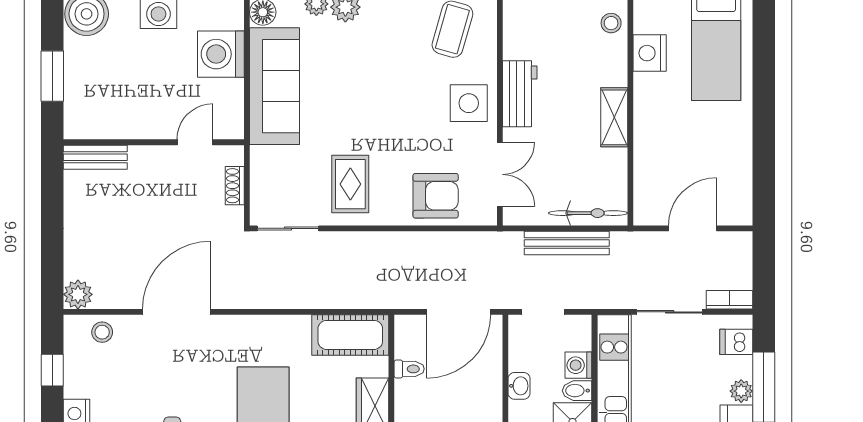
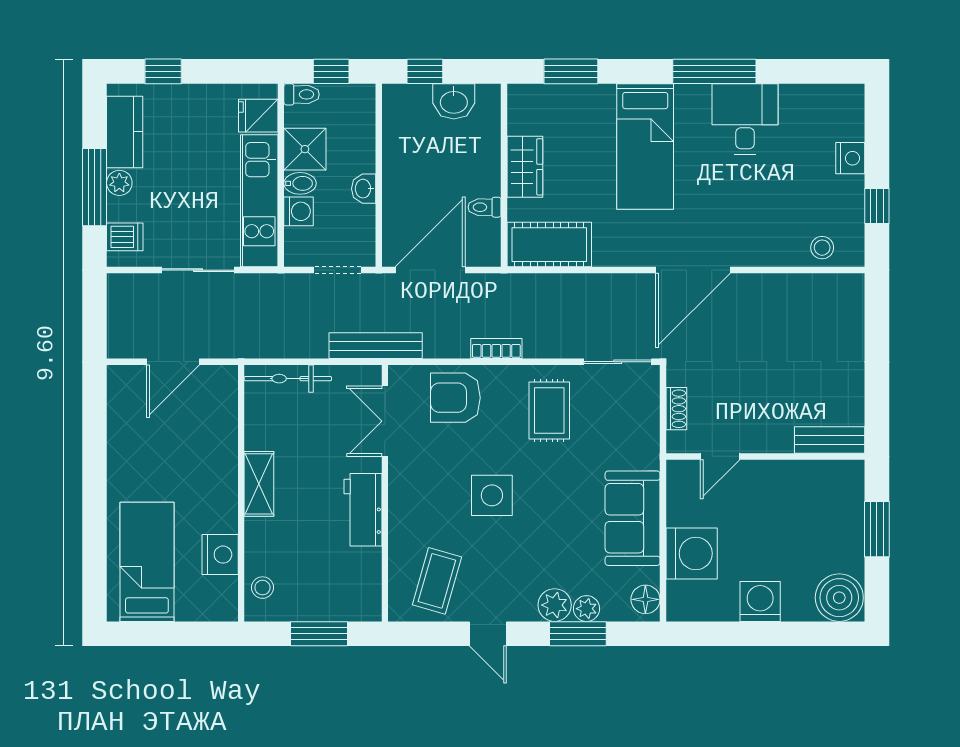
sofa: (275, 86) -> (633, 518), width x0.73
side table: (469, 103) -> (492, 495), moved
bench: (567, 243) -> (376, 346), moved
plant: (78, 294) -> (849, 289), removed
bookcase: (730, 300) -> (496, 348), moved, turned 180
door: (177, 312) -> (693, 270), moved

